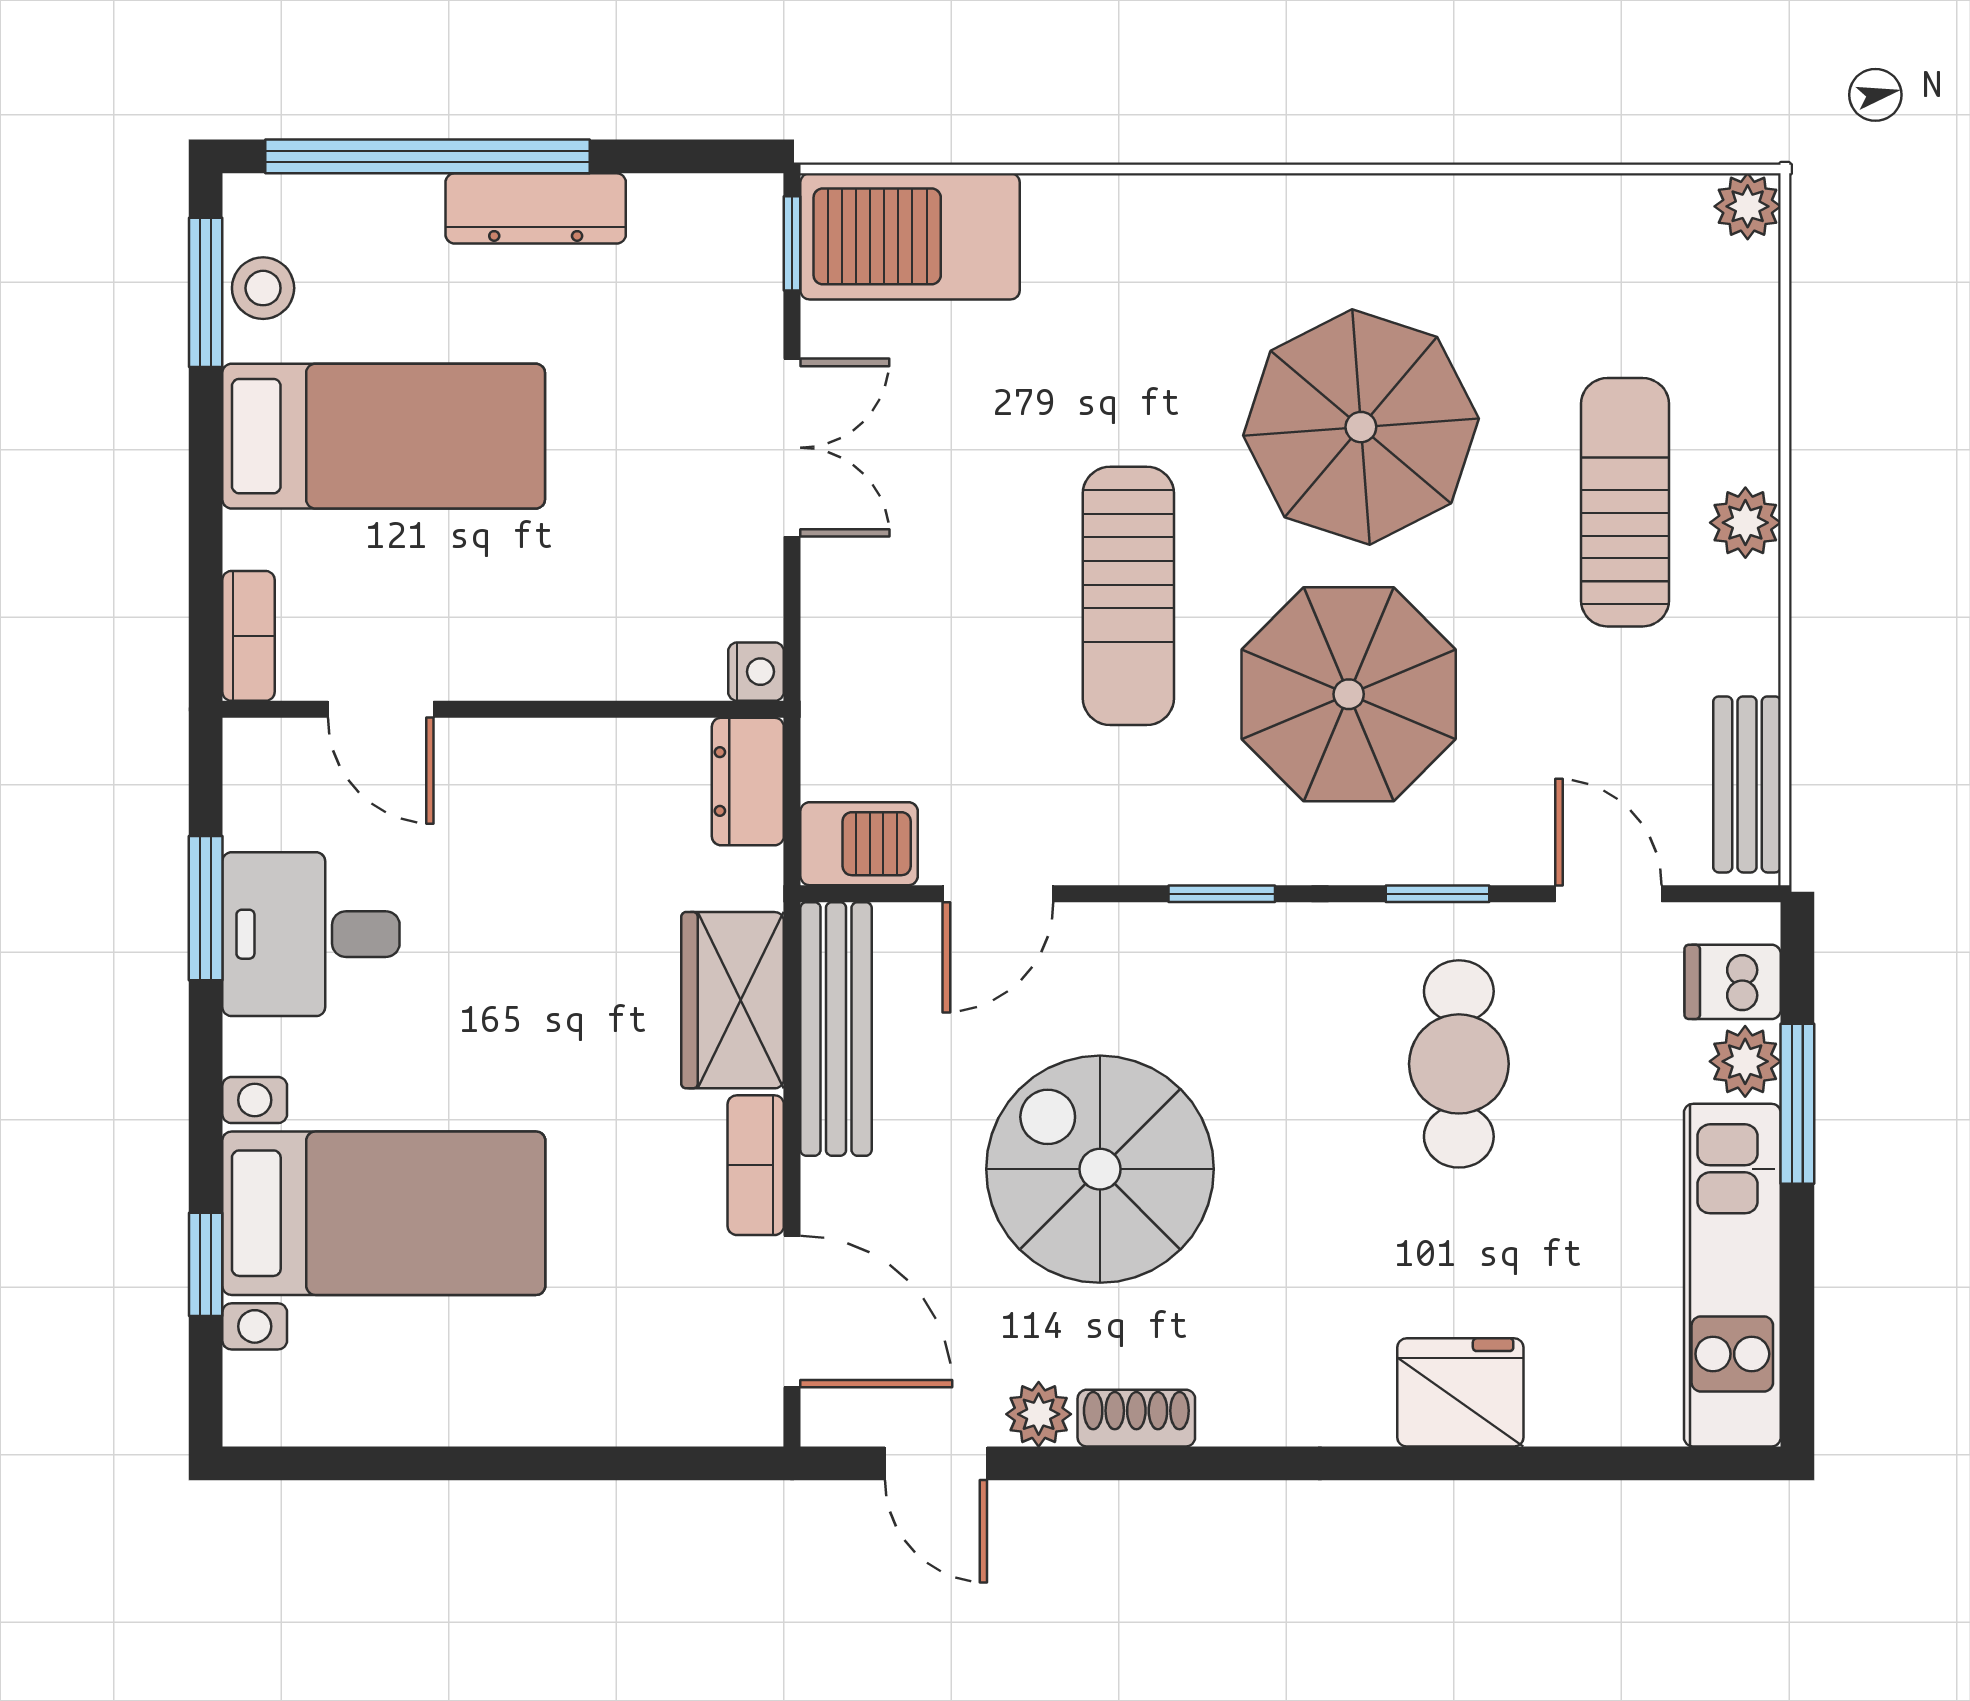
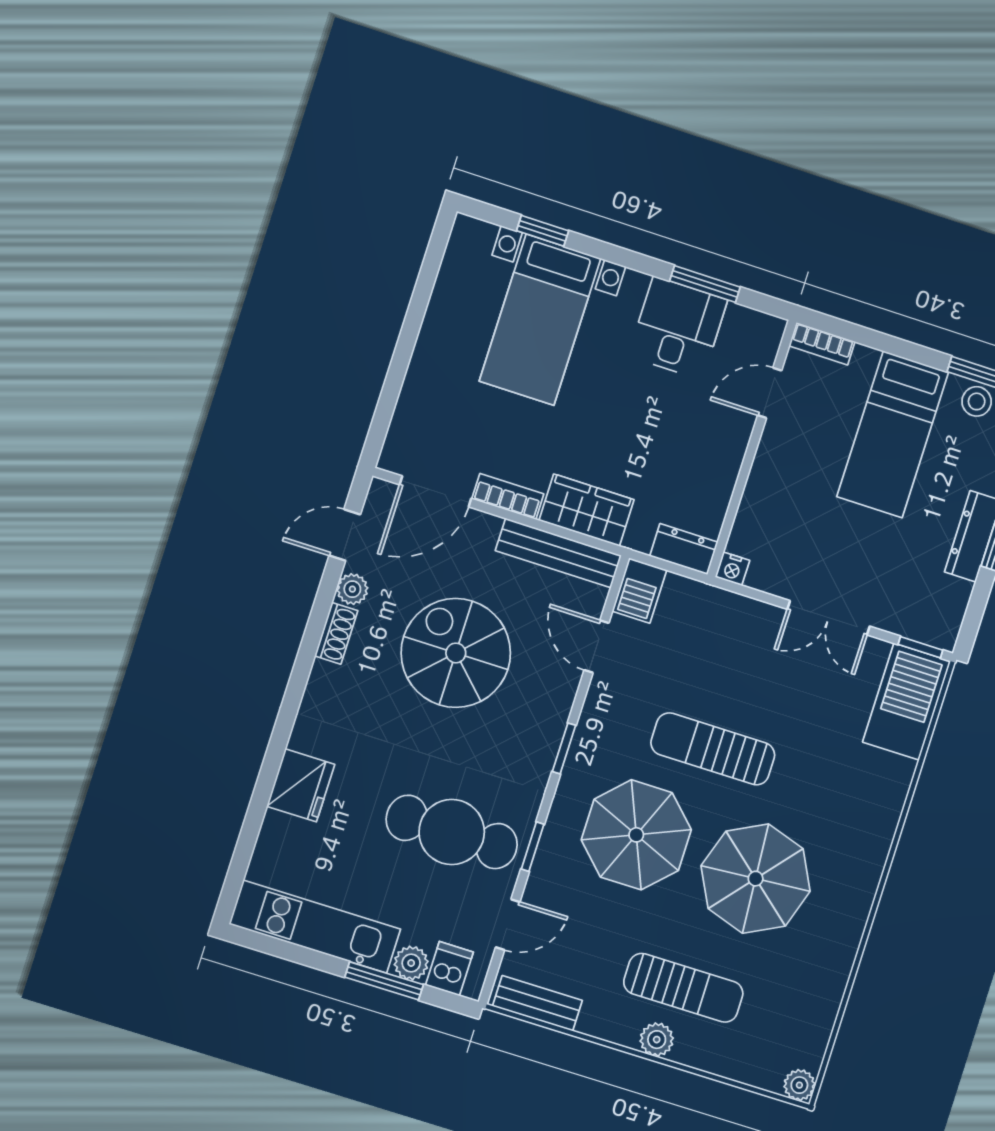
cafe table: (1459, 1064) -> (452, 832), width x1.37, depth x1.35
spiral stairs: (1100, 1169) -> (456, 653), turned -90

